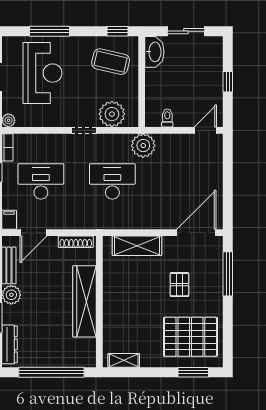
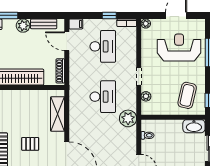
reception desk: (43, 73) -> (179, 48), turned 180
plant: (112, 114) -> (146, 96), width x0.53, depth x0.53

